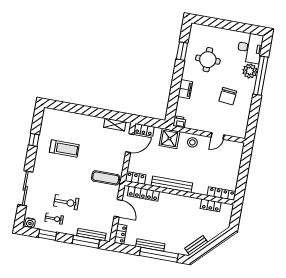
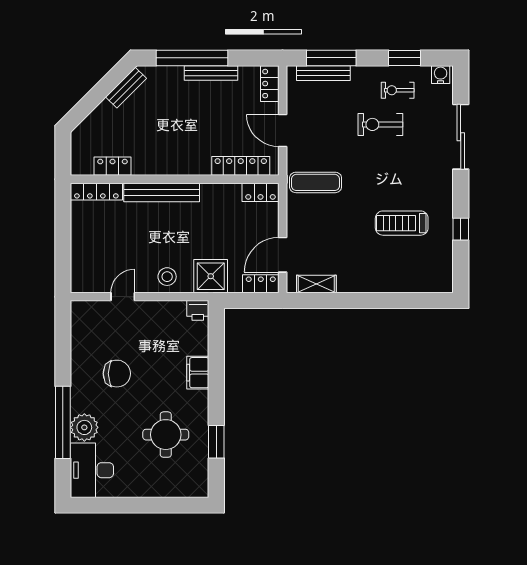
chair: (228, 96) -> (117, 374), turned 84
bench: (172, 184) -> (162, 192), moved

